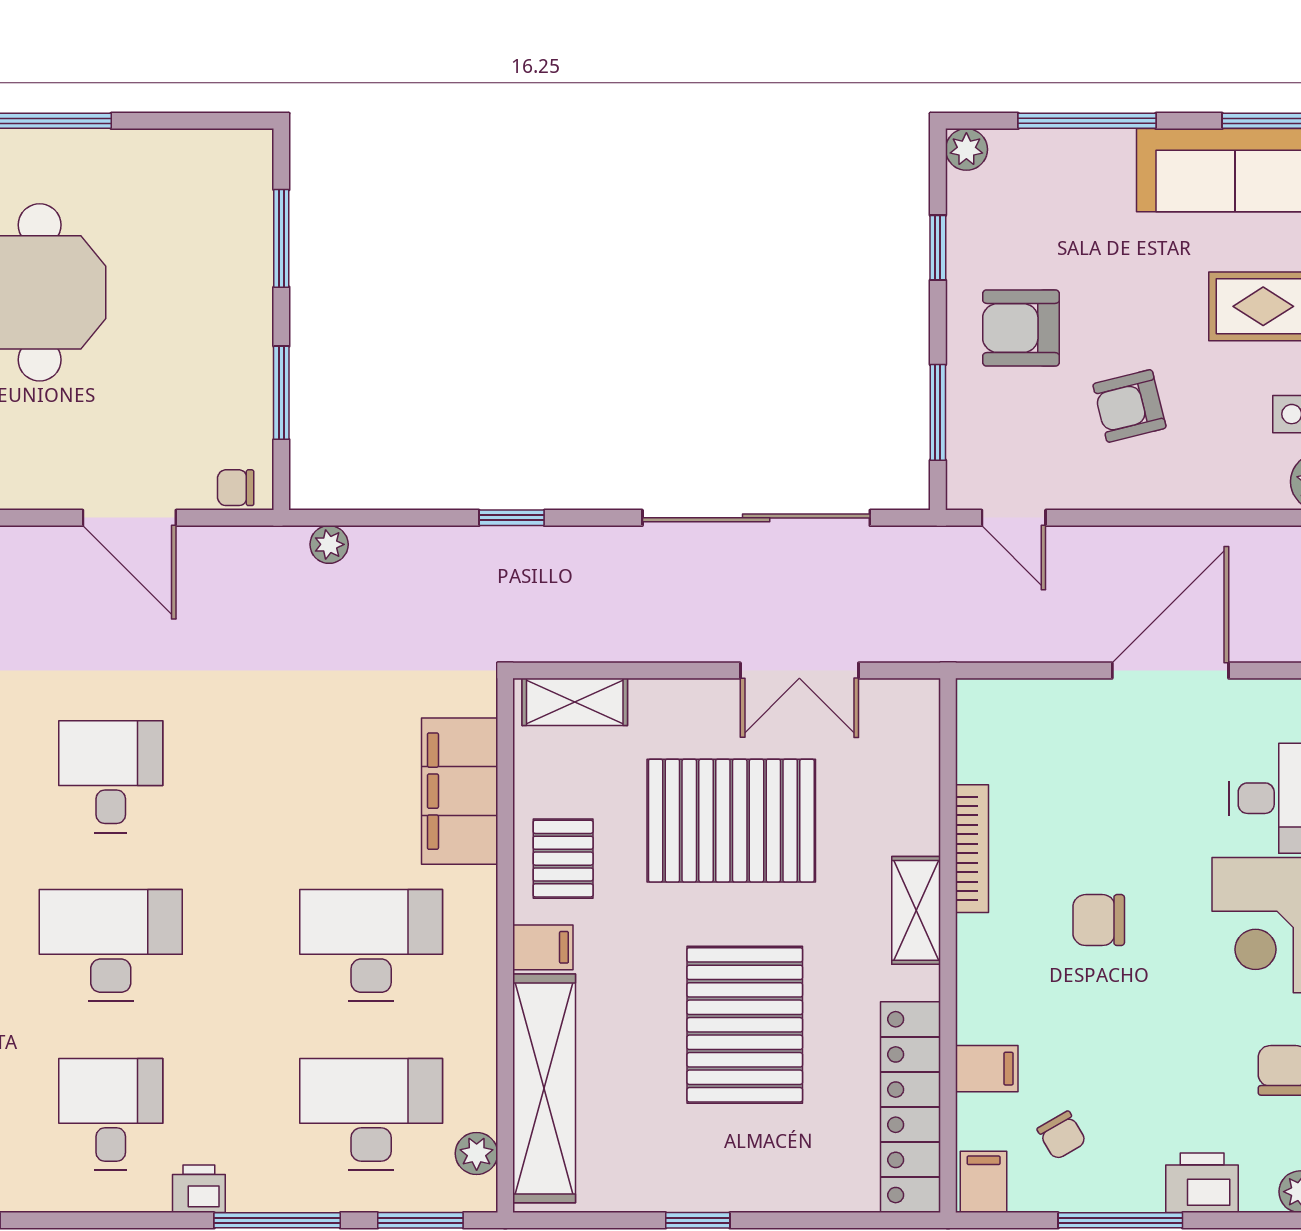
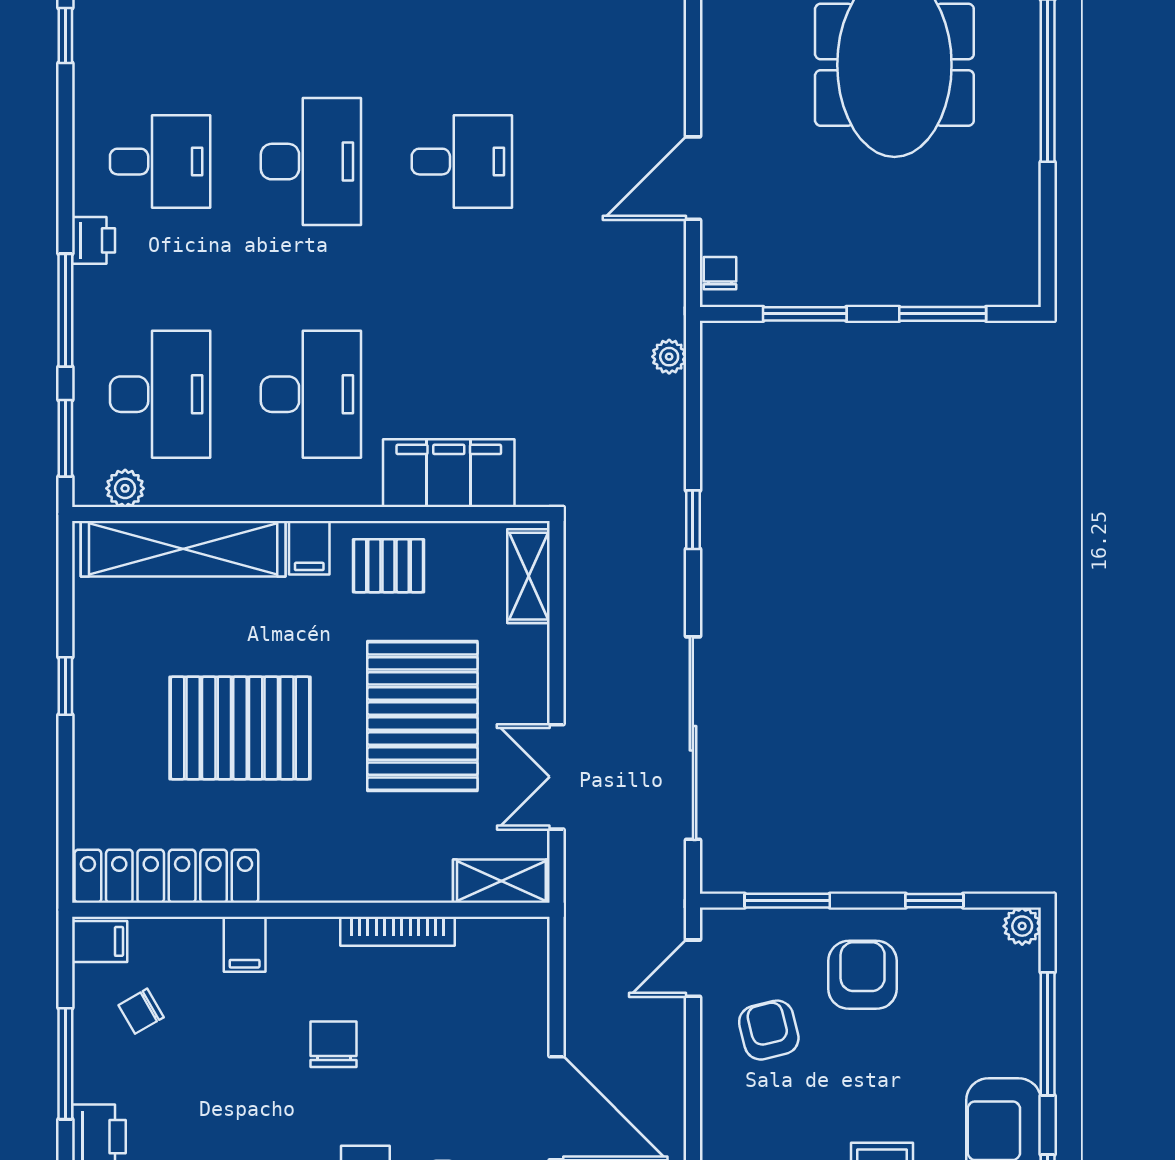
armchair: (1129, 406) -> (769, 1030), moved
shelving: (916, 910) -> (501, 881), moved
filing cabinet: (987, 1069) -> (245, 944), moved

